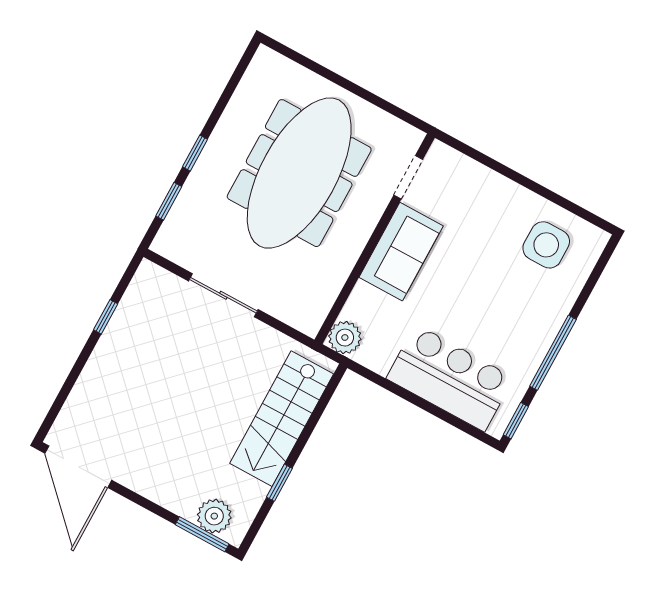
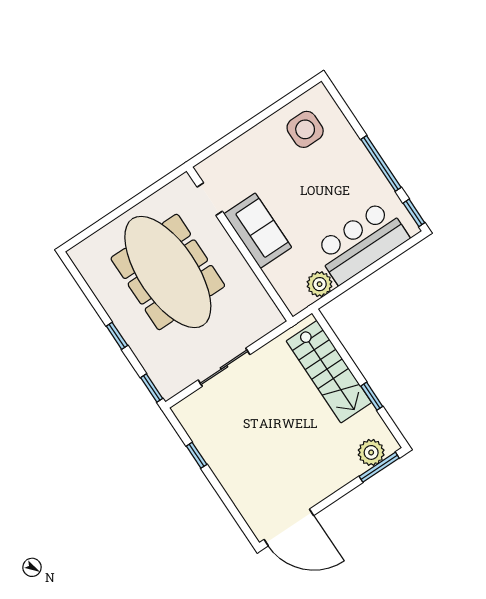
window: (169, 201) -> (152, 388), moved
plant: (345, 338) -> (320, 284), moved

